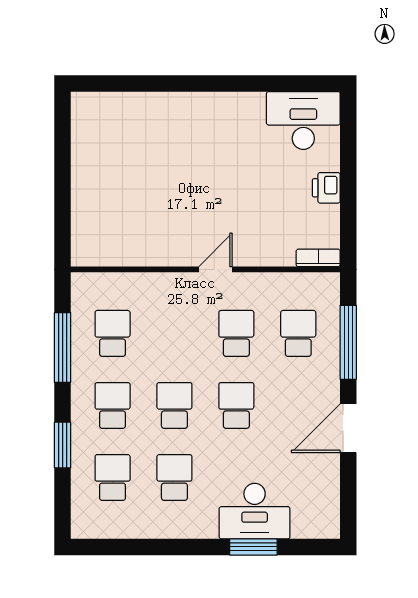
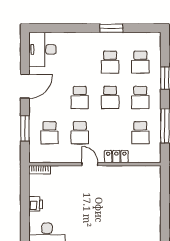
door: (216, 269) -> (90, 164), swing flipped
locker: (162, 285) -> (116, 157), added
window: (348, 342) -> (25, 128), width x0.69
desk: (255, 511) -> (42, 49), moved, turned -90
window: (253, 547) -> (111, 28), moved

